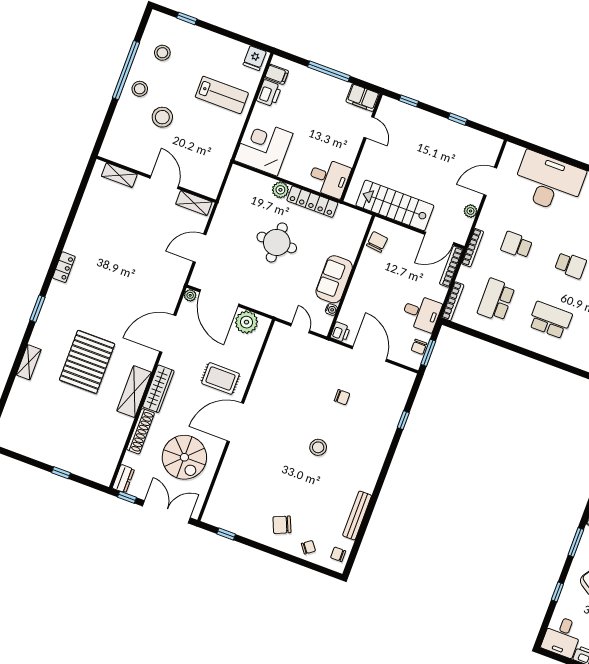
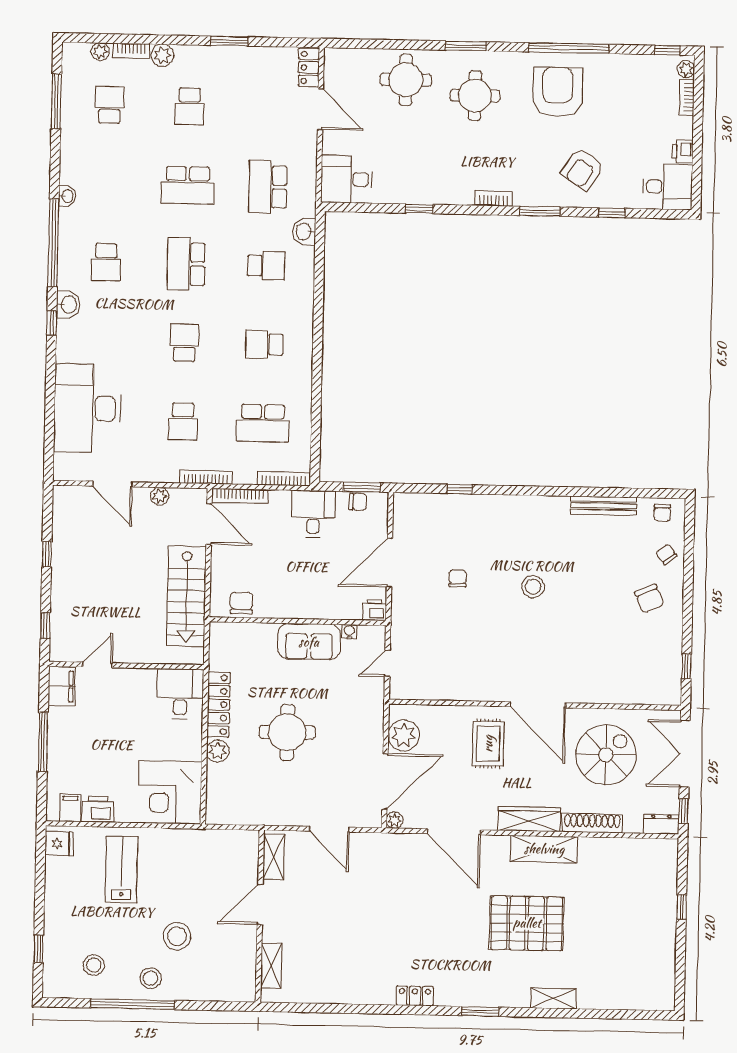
chair: (377, 242) -> (241, 603), turned 84
school desk: (550, 320) -> (264, 344), width x0.54

